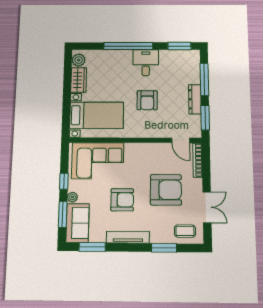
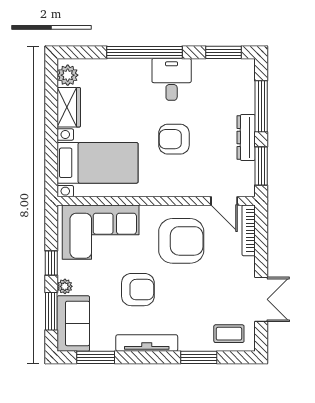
armchair: (147, 100) -> (174, 139), turned 90
armchair: (166, 190) -> (181, 241), moved

